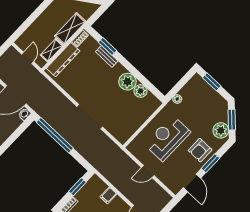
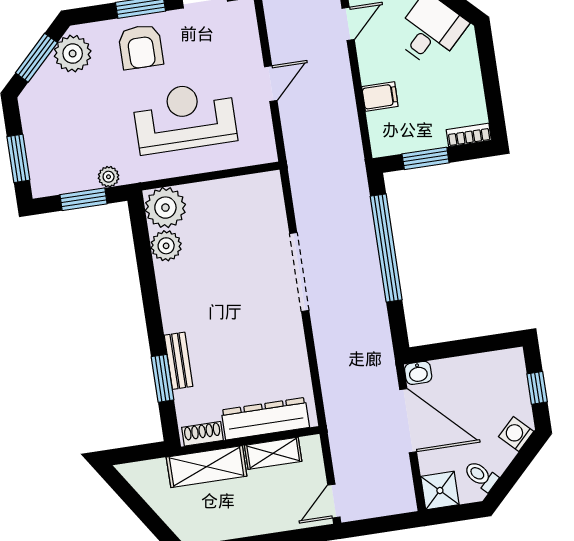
door: (28, 58) -> (334, 501), moved
plant: (127, 82) -> (165, 208), moved
window: (180, 85) -> (84, 199), added
window: (55, 135) -> (386, 248), moved
reception desk: (167, 138) -> (185, 117), turned 180
armchair: (200, 150) -> (141, 47), turned 90
door: (148, 171) -> (271, 84), hinge flipped

